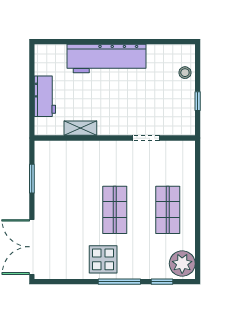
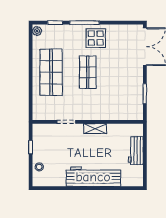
shelving: (80, 128) -> (95, 129), moved
shop shelf: (168, 210) -> (51, 72), width x1.43, depth x1.36
plant: (182, 264) -> (37, 31), width x0.53, depth x0.53

